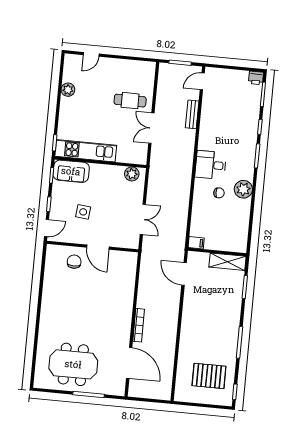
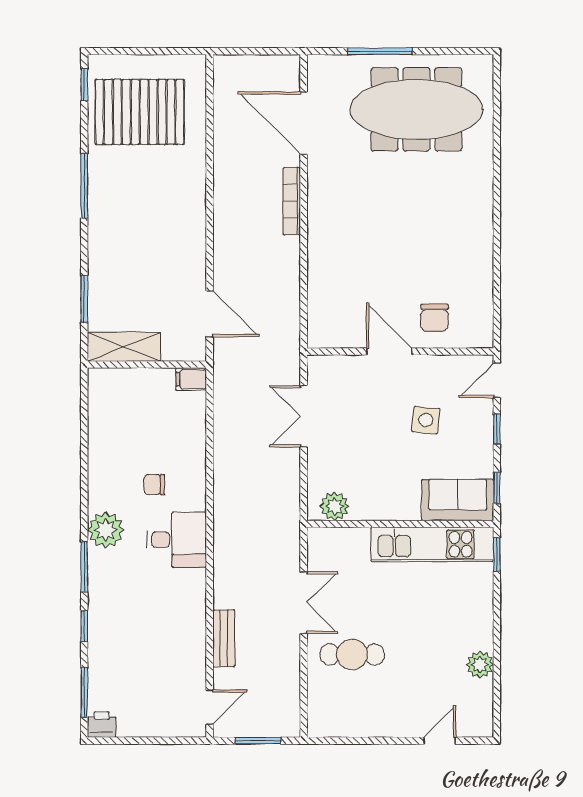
plant: (243, 189) -> (106, 530), moved
meeting table: (73, 364) -> (417, 109), width x1.36
pallet: (209, 376) -> (140, 112), width x1.37, depth x1.41

